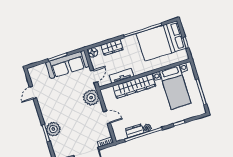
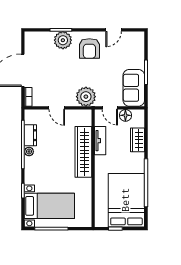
floor lamp: (93, 52) -> (125, 115), moved
sofa: (67, 64) -> (134, 88), width x0.73
bed with nightstands: (175, 87) -> (49, 206), moved, turned 180
door: (33, 93) -> (114, 30), swing flipped
armchair: (53, 107) -> (89, 48), added
door: (107, 117) -> (57, 108), hinge flipped

